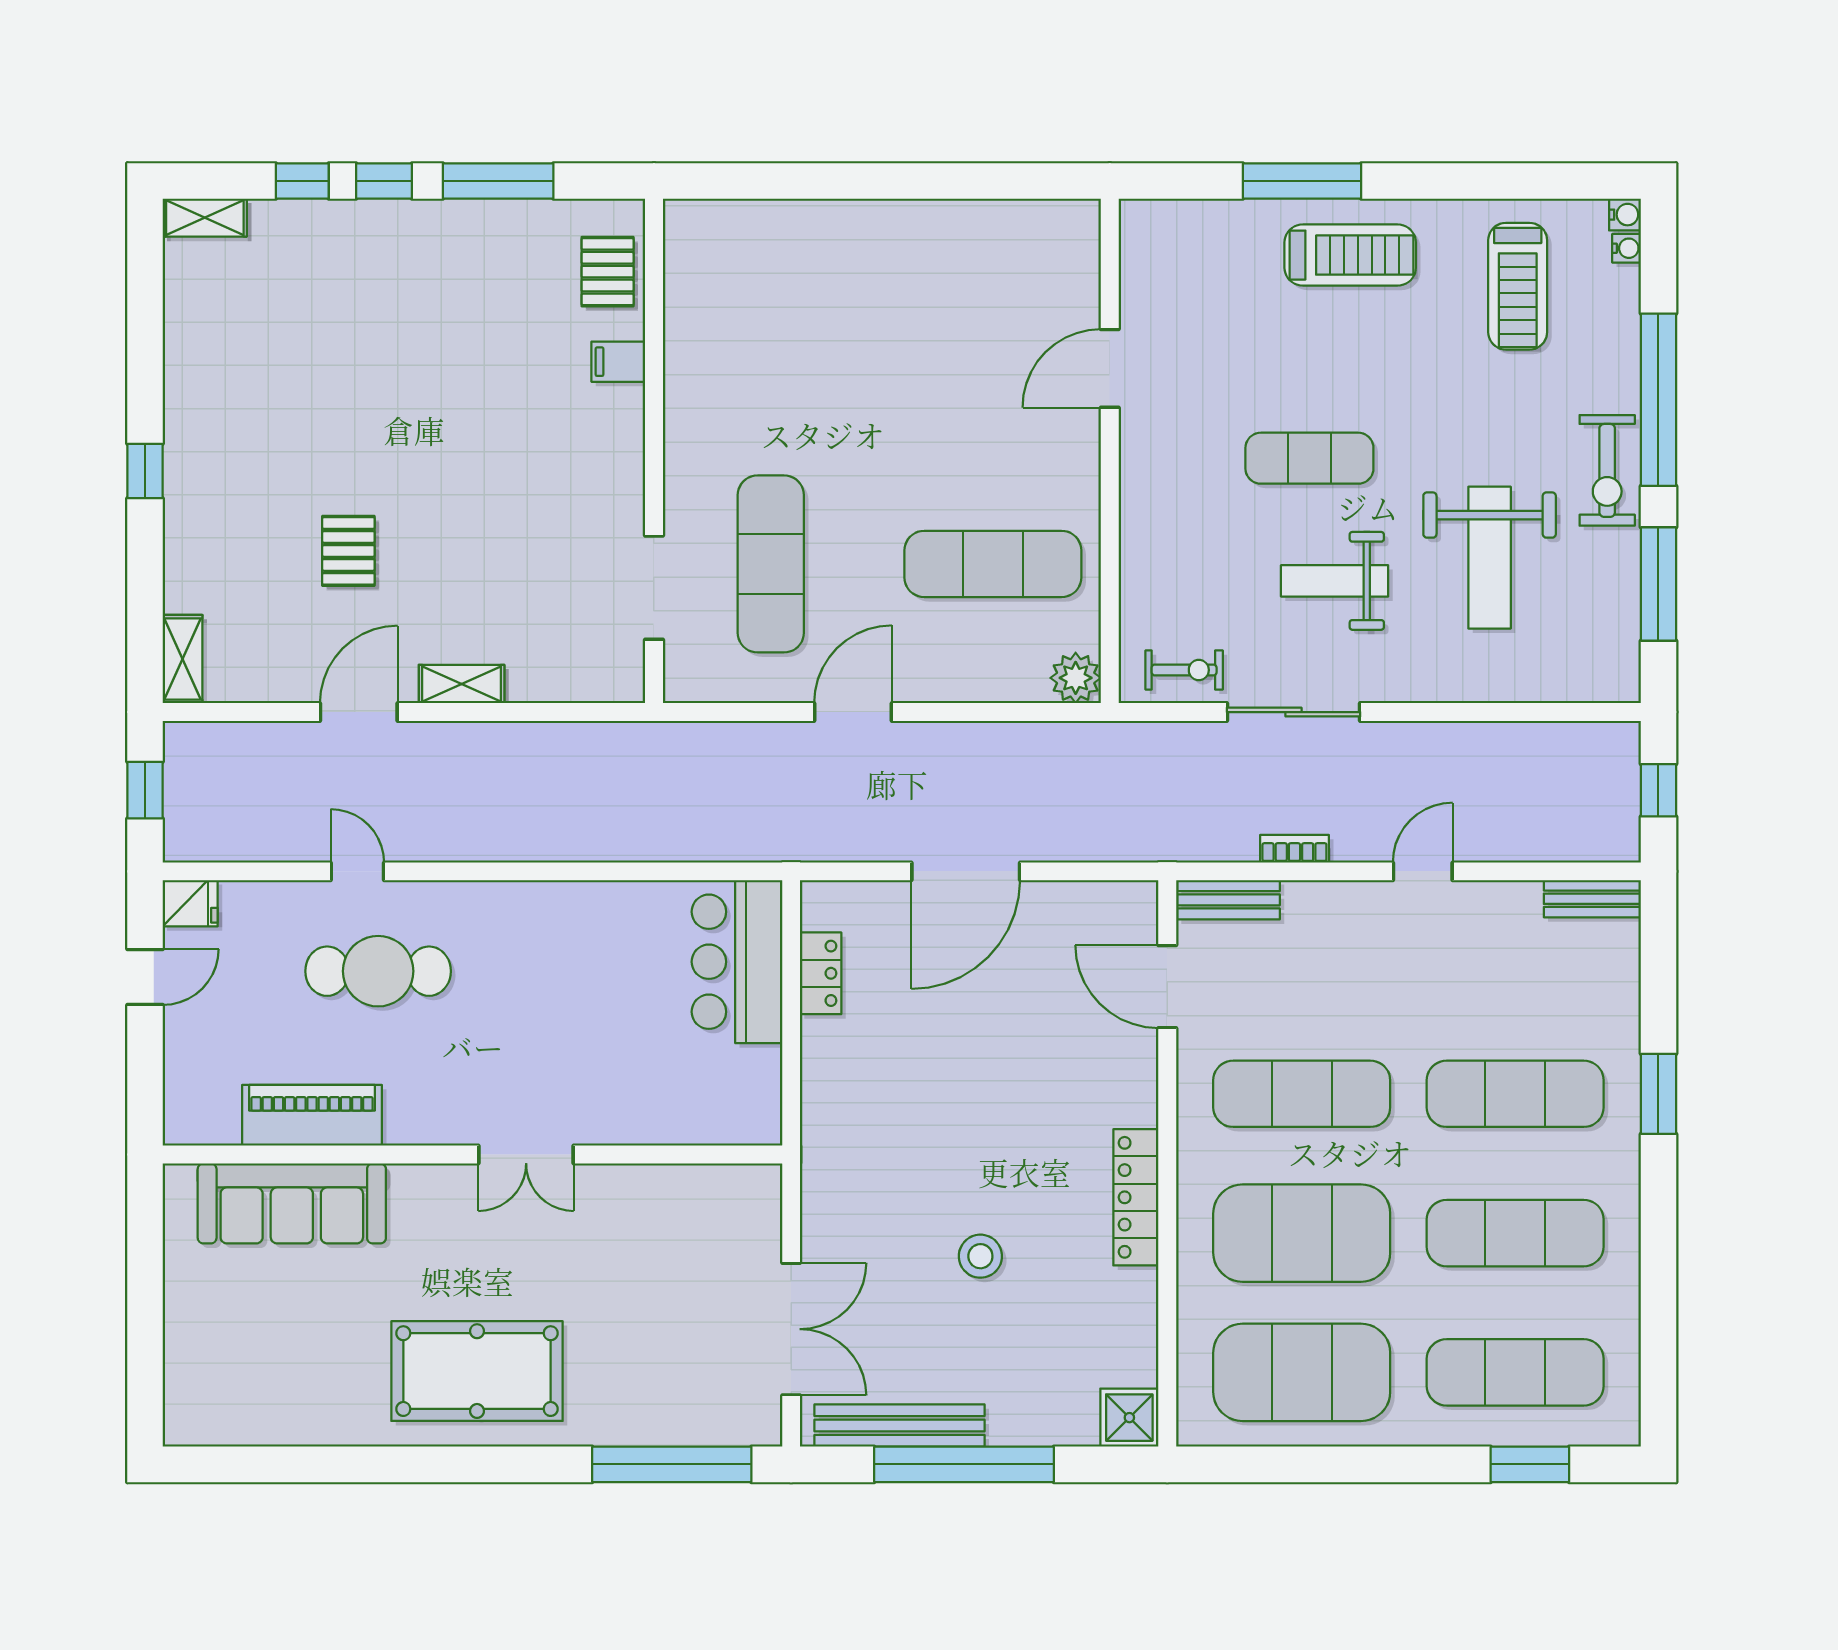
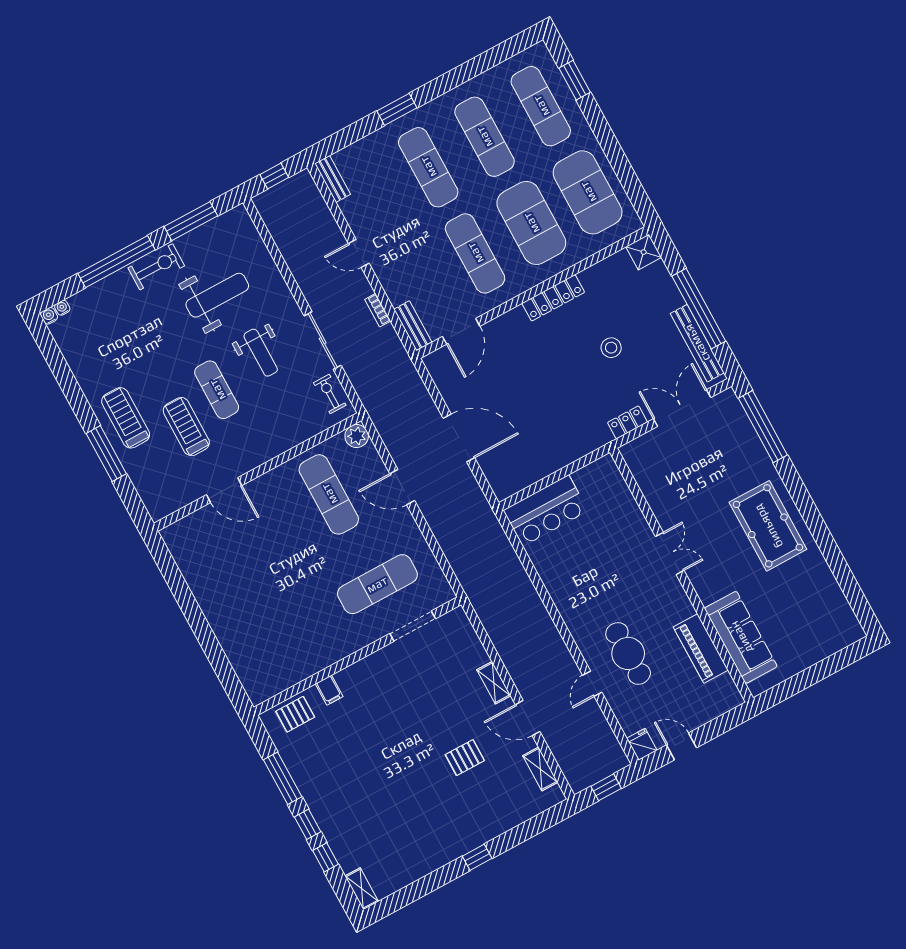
treadmill: (1518, 286) -> (186, 427), moved, turned -90
shelving: (183, 659) -> (540, 769), moved, turned 90
door: (853, 712) -> (402, 487), moved
locker: (821, 973) -> (627, 422), moved

